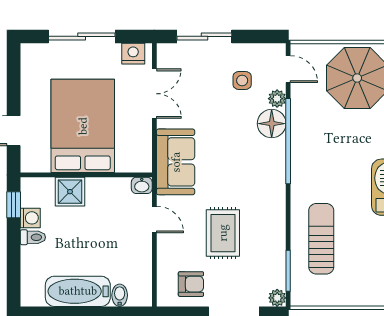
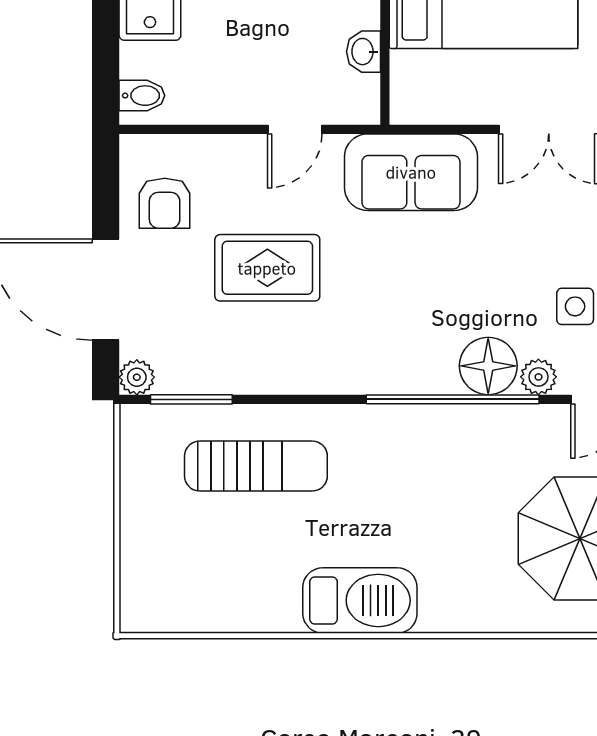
washbasin: (142, 185) -> (363, 52), moved
bidet: (120, 295) -> (142, 96), moved

